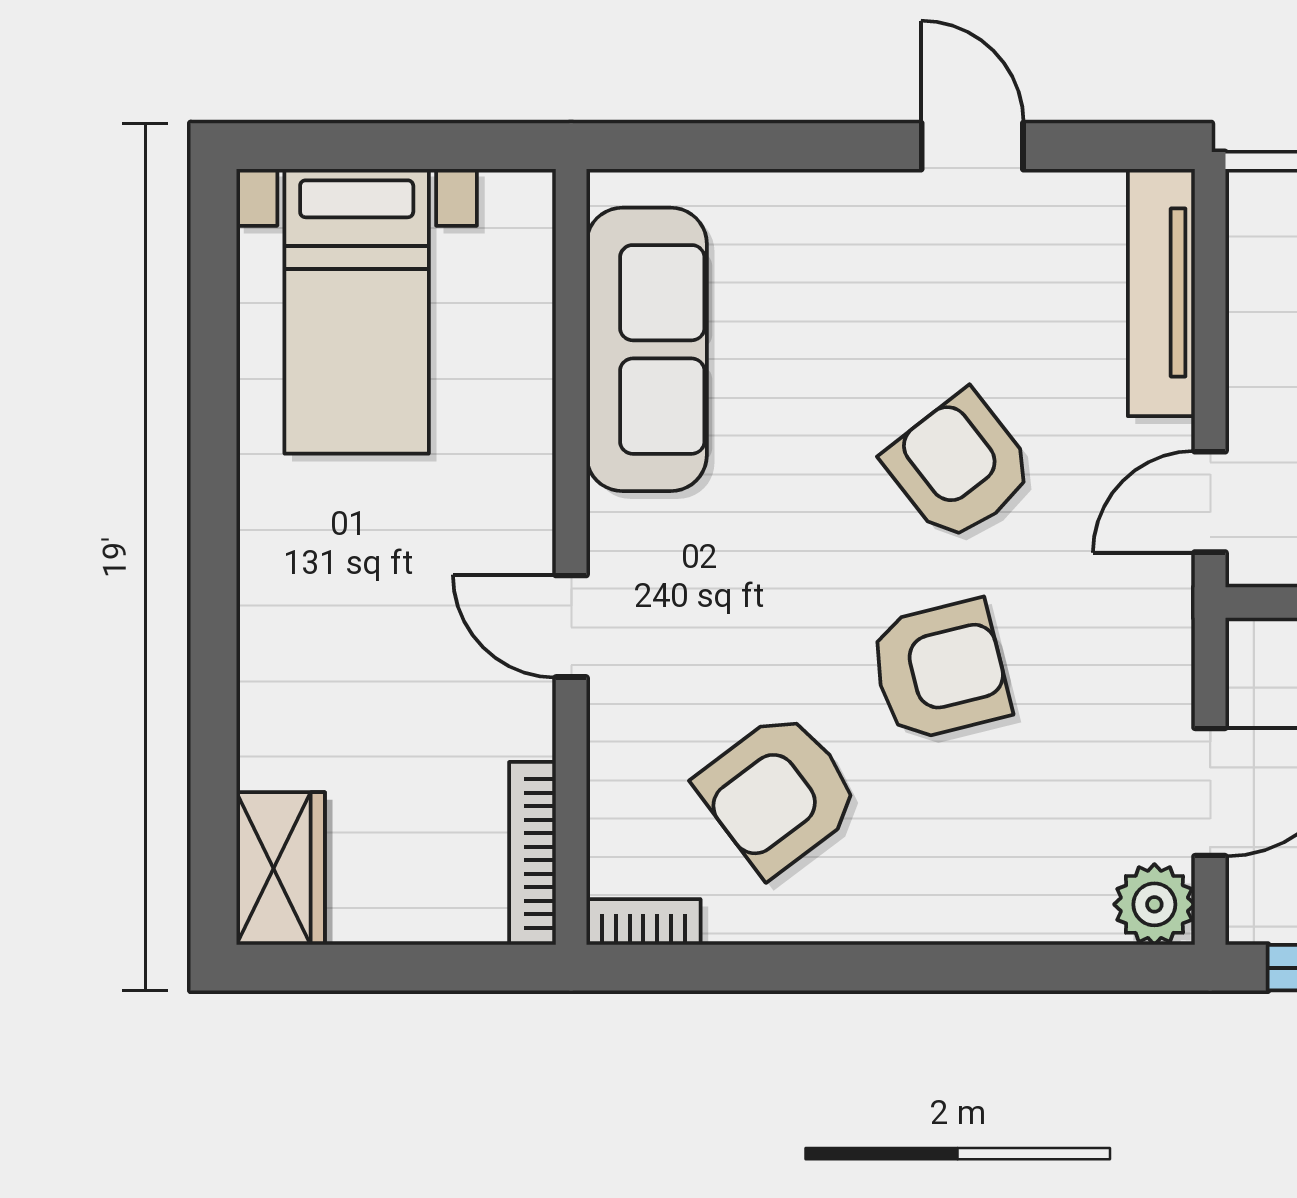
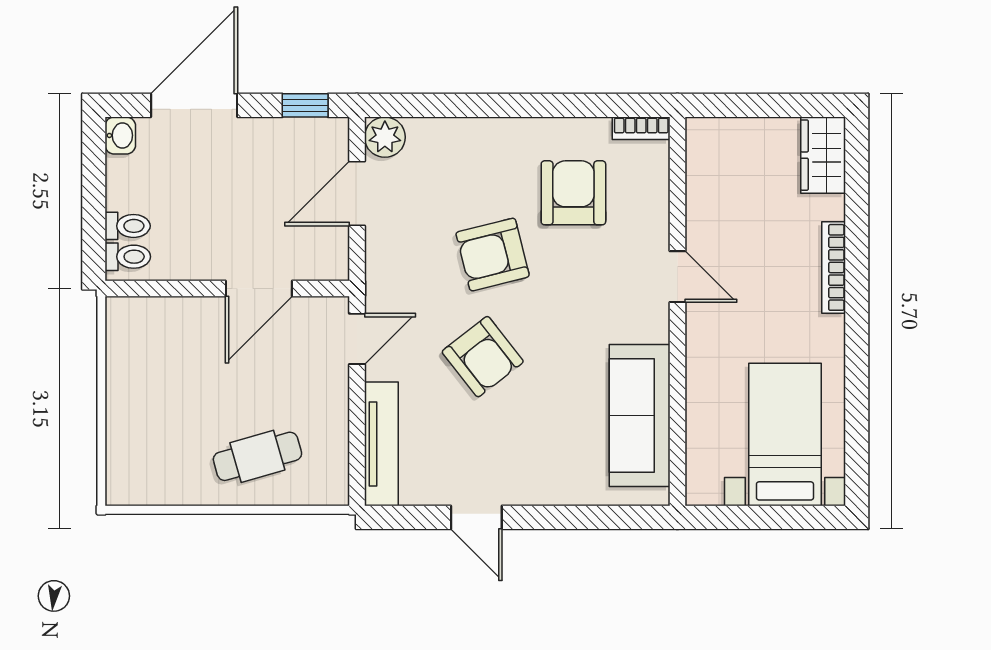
armchair: (779, 793) -> (573, 193), turned -53
bookcase: (532, 853) -> (834, 267), moved, turned 180

